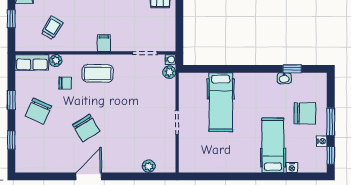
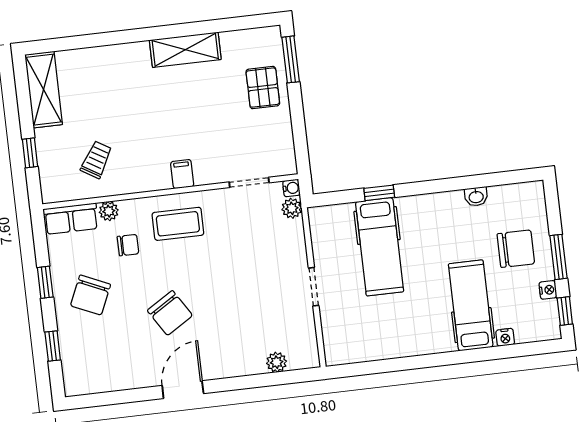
window: (292, 69) -> (379, 193), moved

